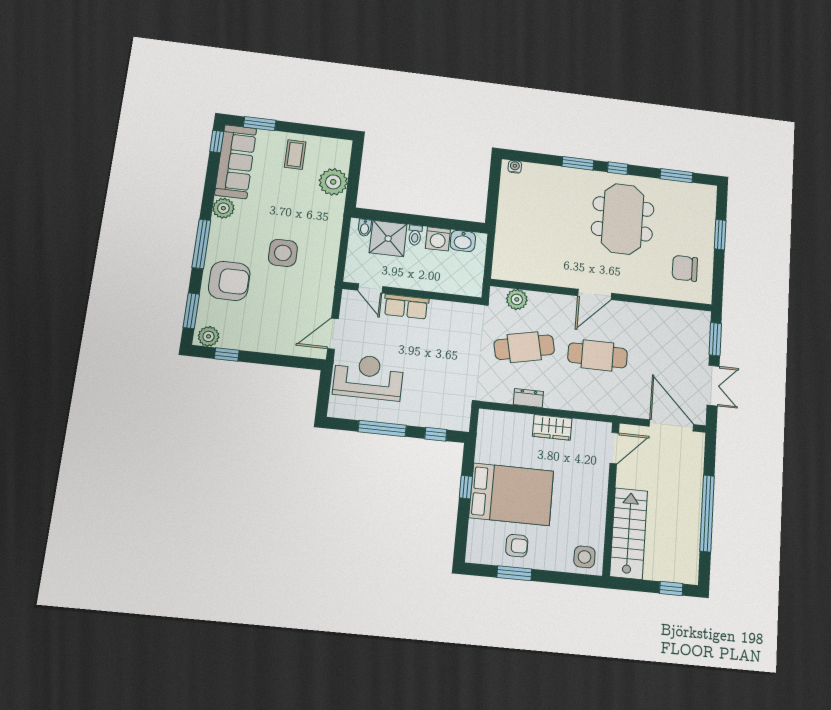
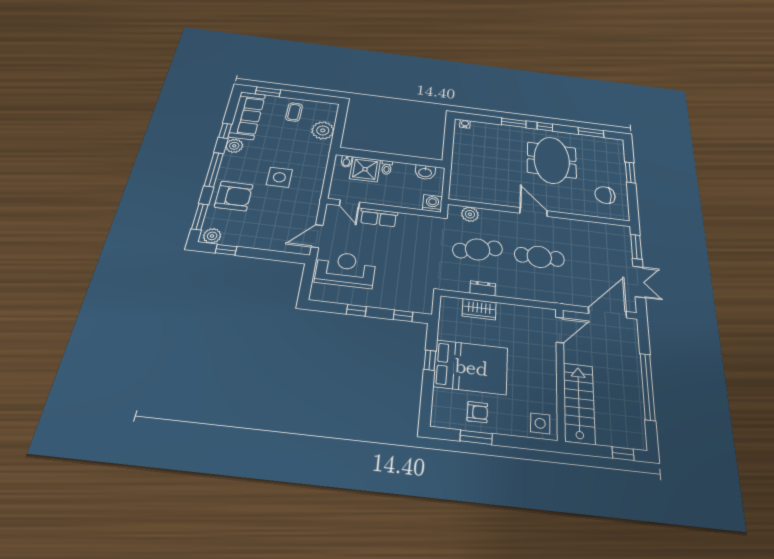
window: (217, 142) -> (225, 131), moved
washing machine: (438, 239) -> (432, 203), moved, turned 180
door: (595, 294) -> (534, 212), swing flipped
door: (671, 425) -> (607, 312), hinge flipped
wardrobe: (552, 427) -> (479, 309), moved
window: (382, 429) -> (356, 310), width x0.46

